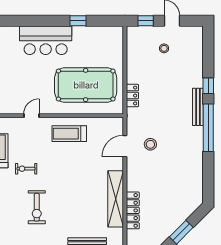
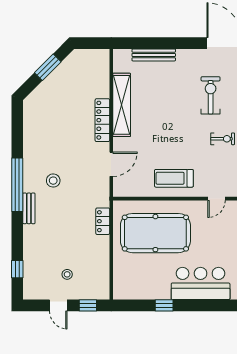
window: (208, 86) -> (17, 269), moved
bench: (198, 107) -> (29, 208), width x0.73
treadmill: (69, 134) -> (174, 178), turned 180
stool: (150, 144) -> (53, 181), moved
locker: (133, 210) -> (102, 120), moved

